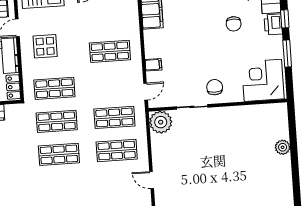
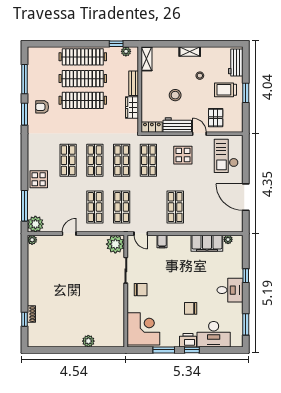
shop shelf: (61, 187) -> (68, 160), added

